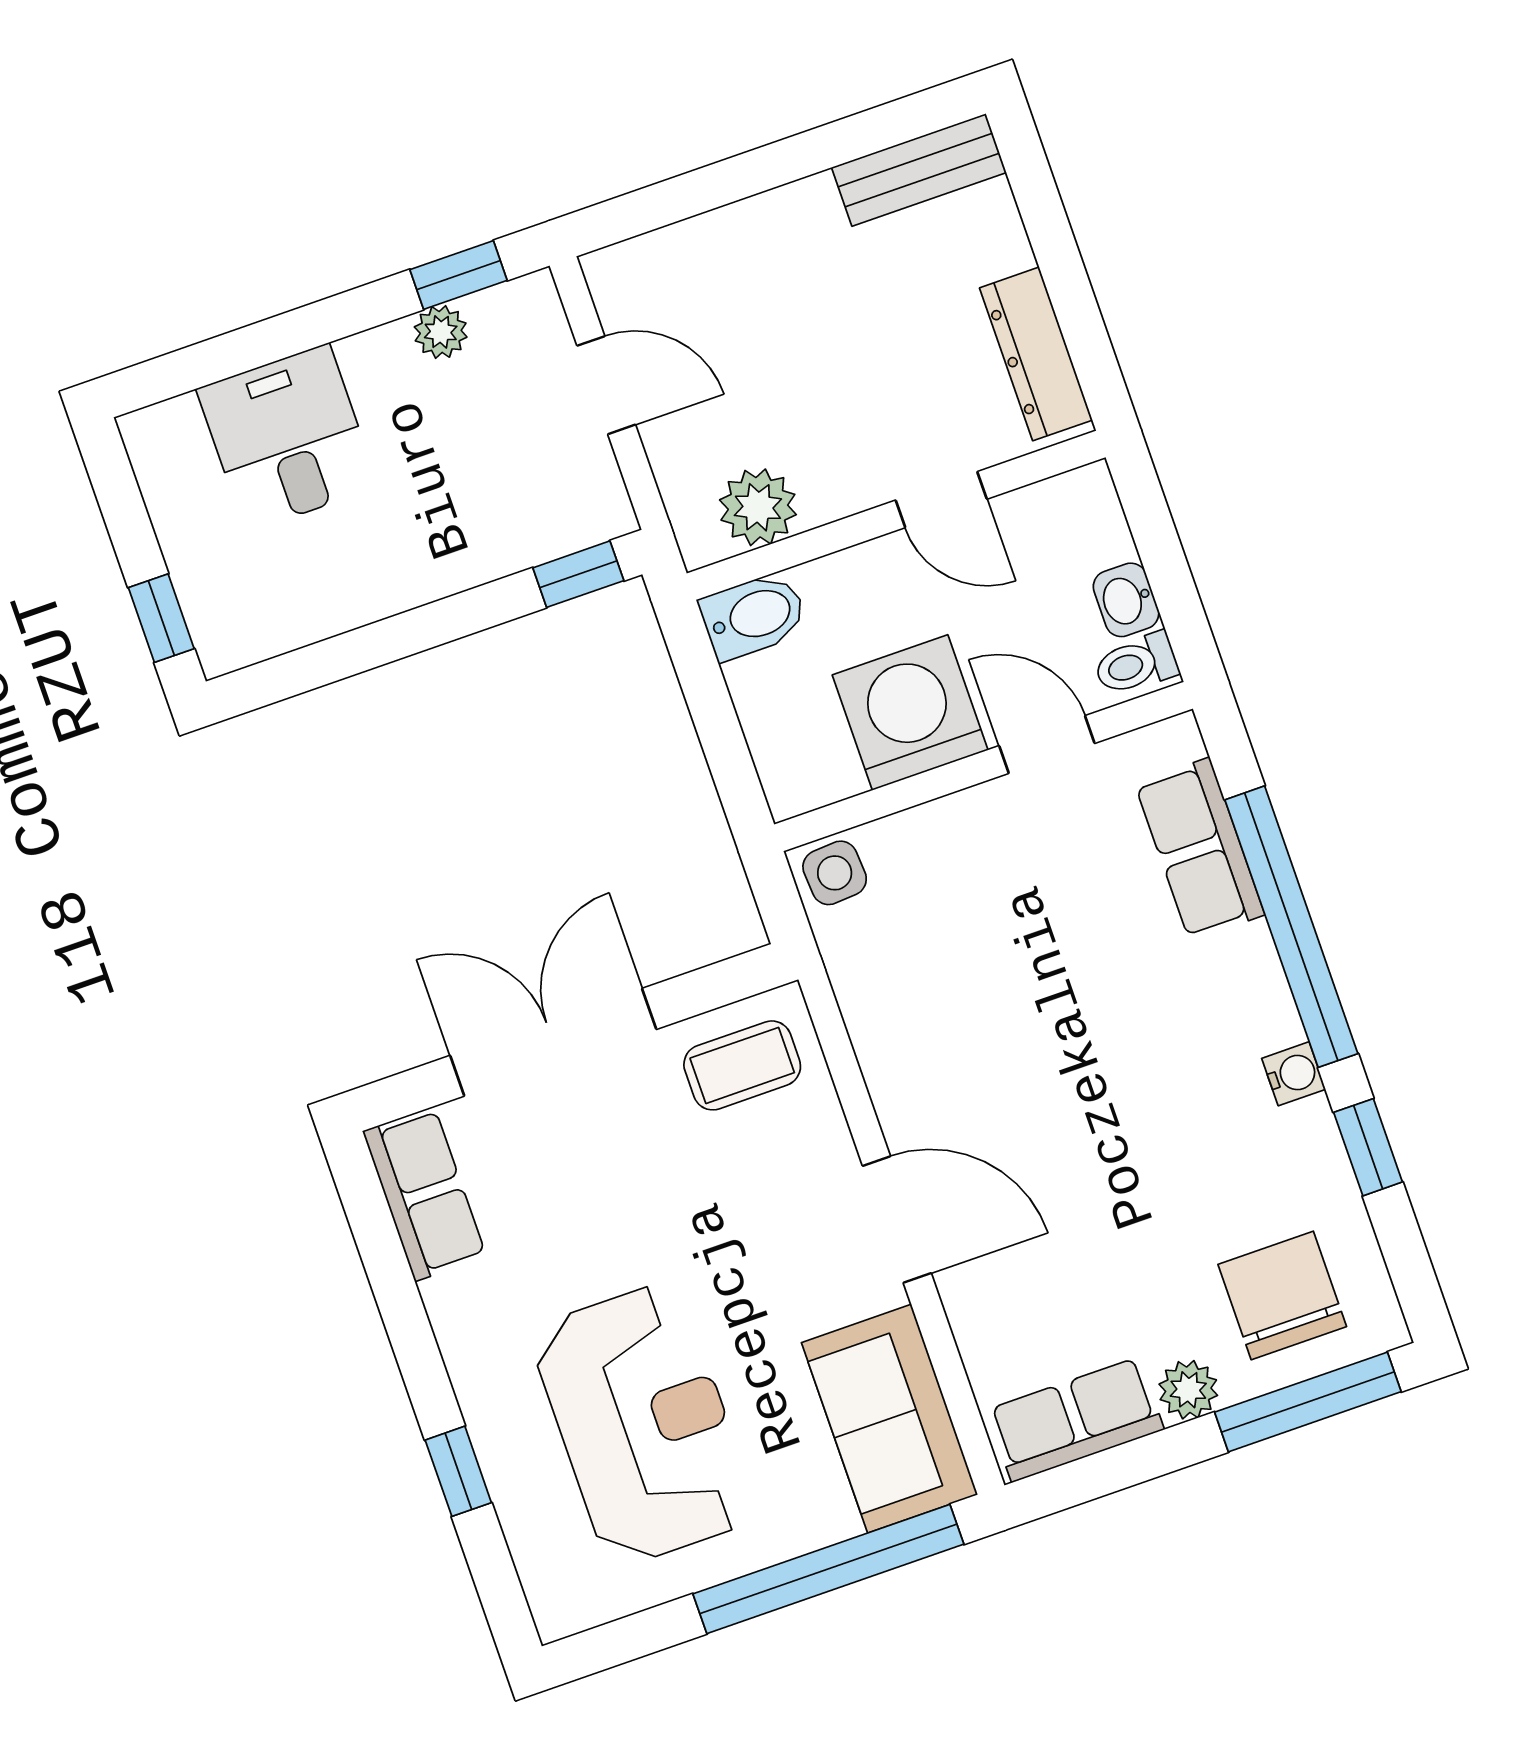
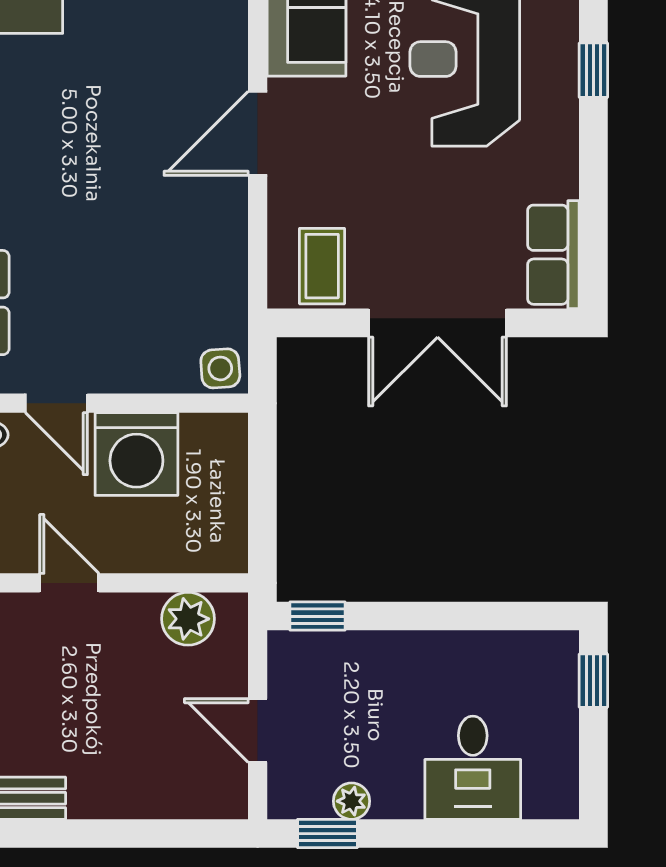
bidet: (754, 616) -> (215, 550), removed
coffee table: (742, 1065) -> (322, 266), turned 90
door: (897, 1220) -> (258, 133), hinge flipped

